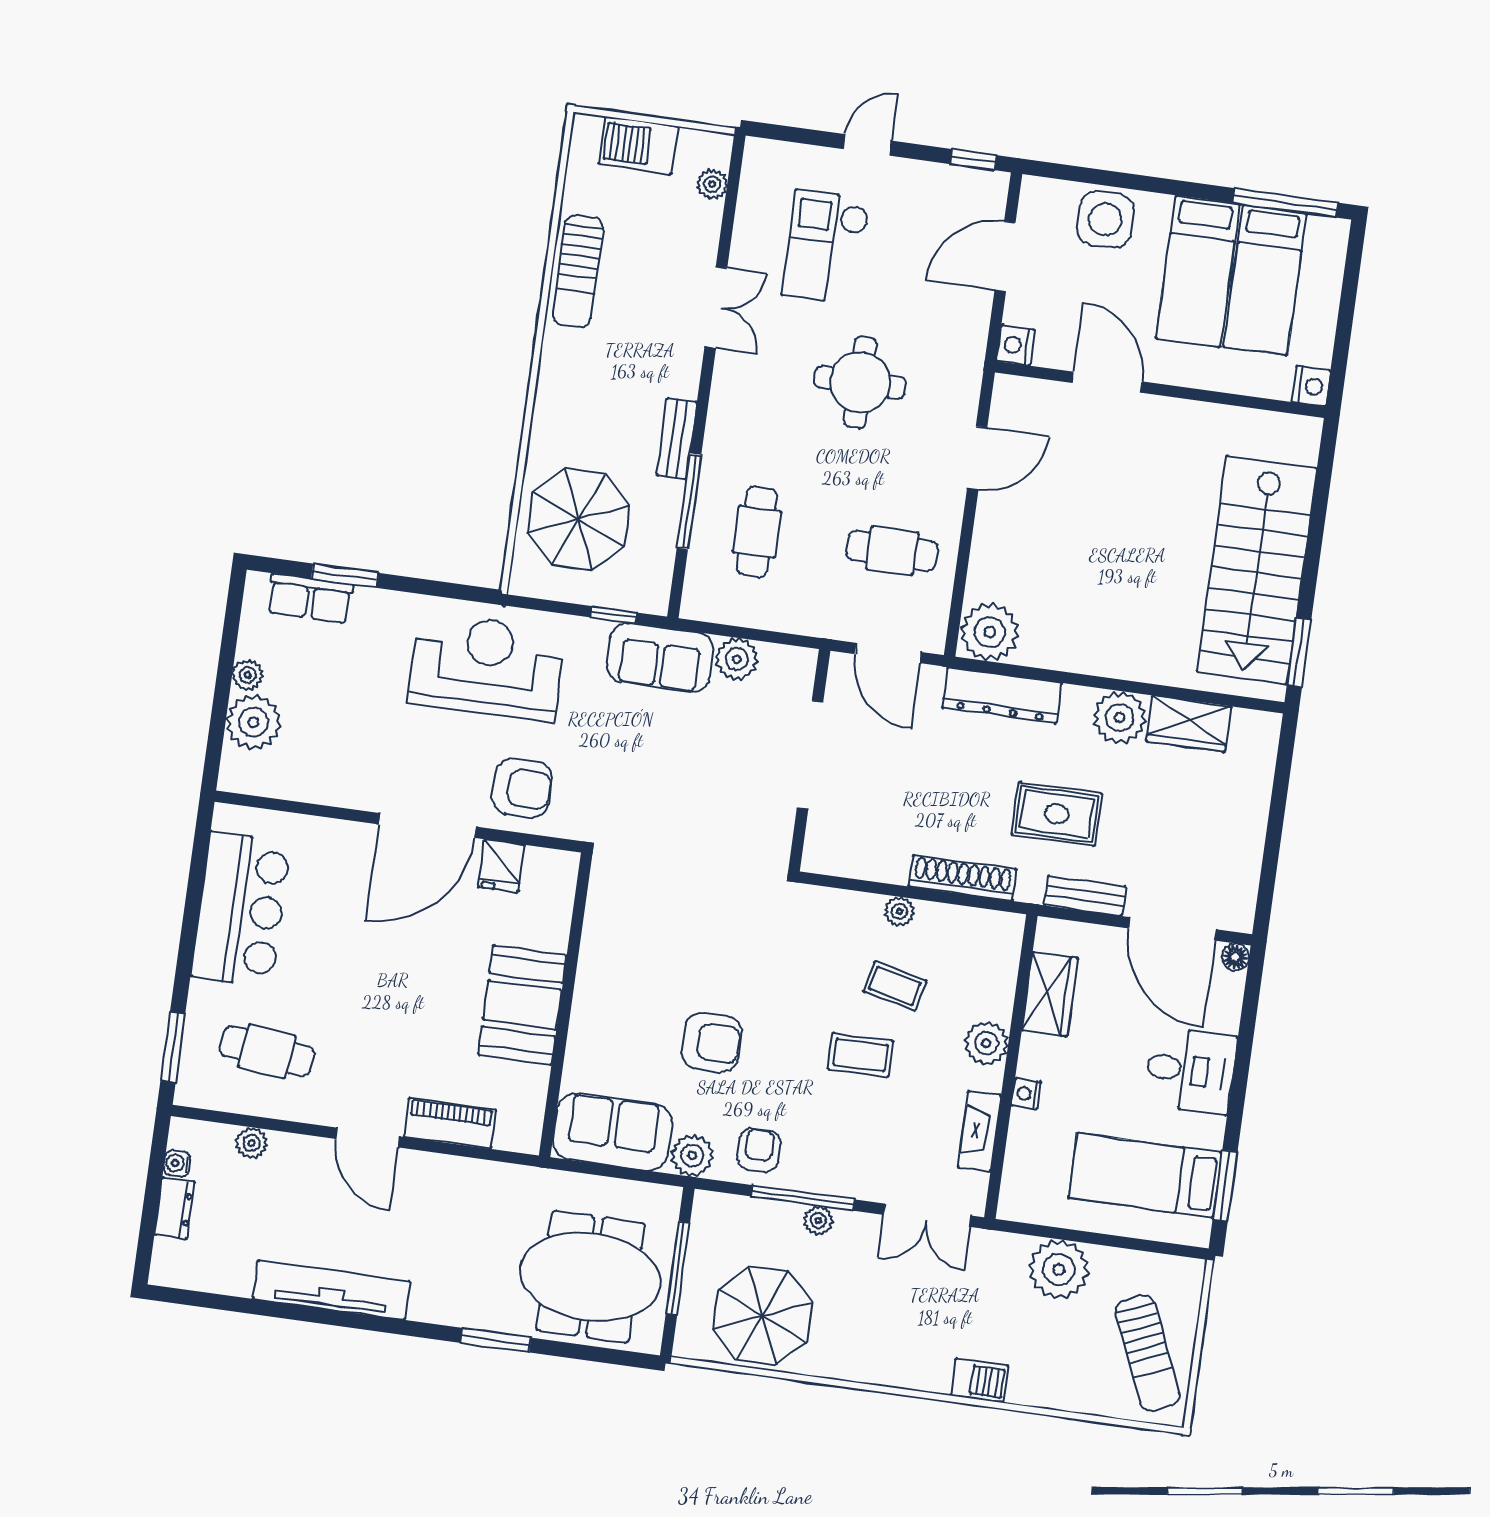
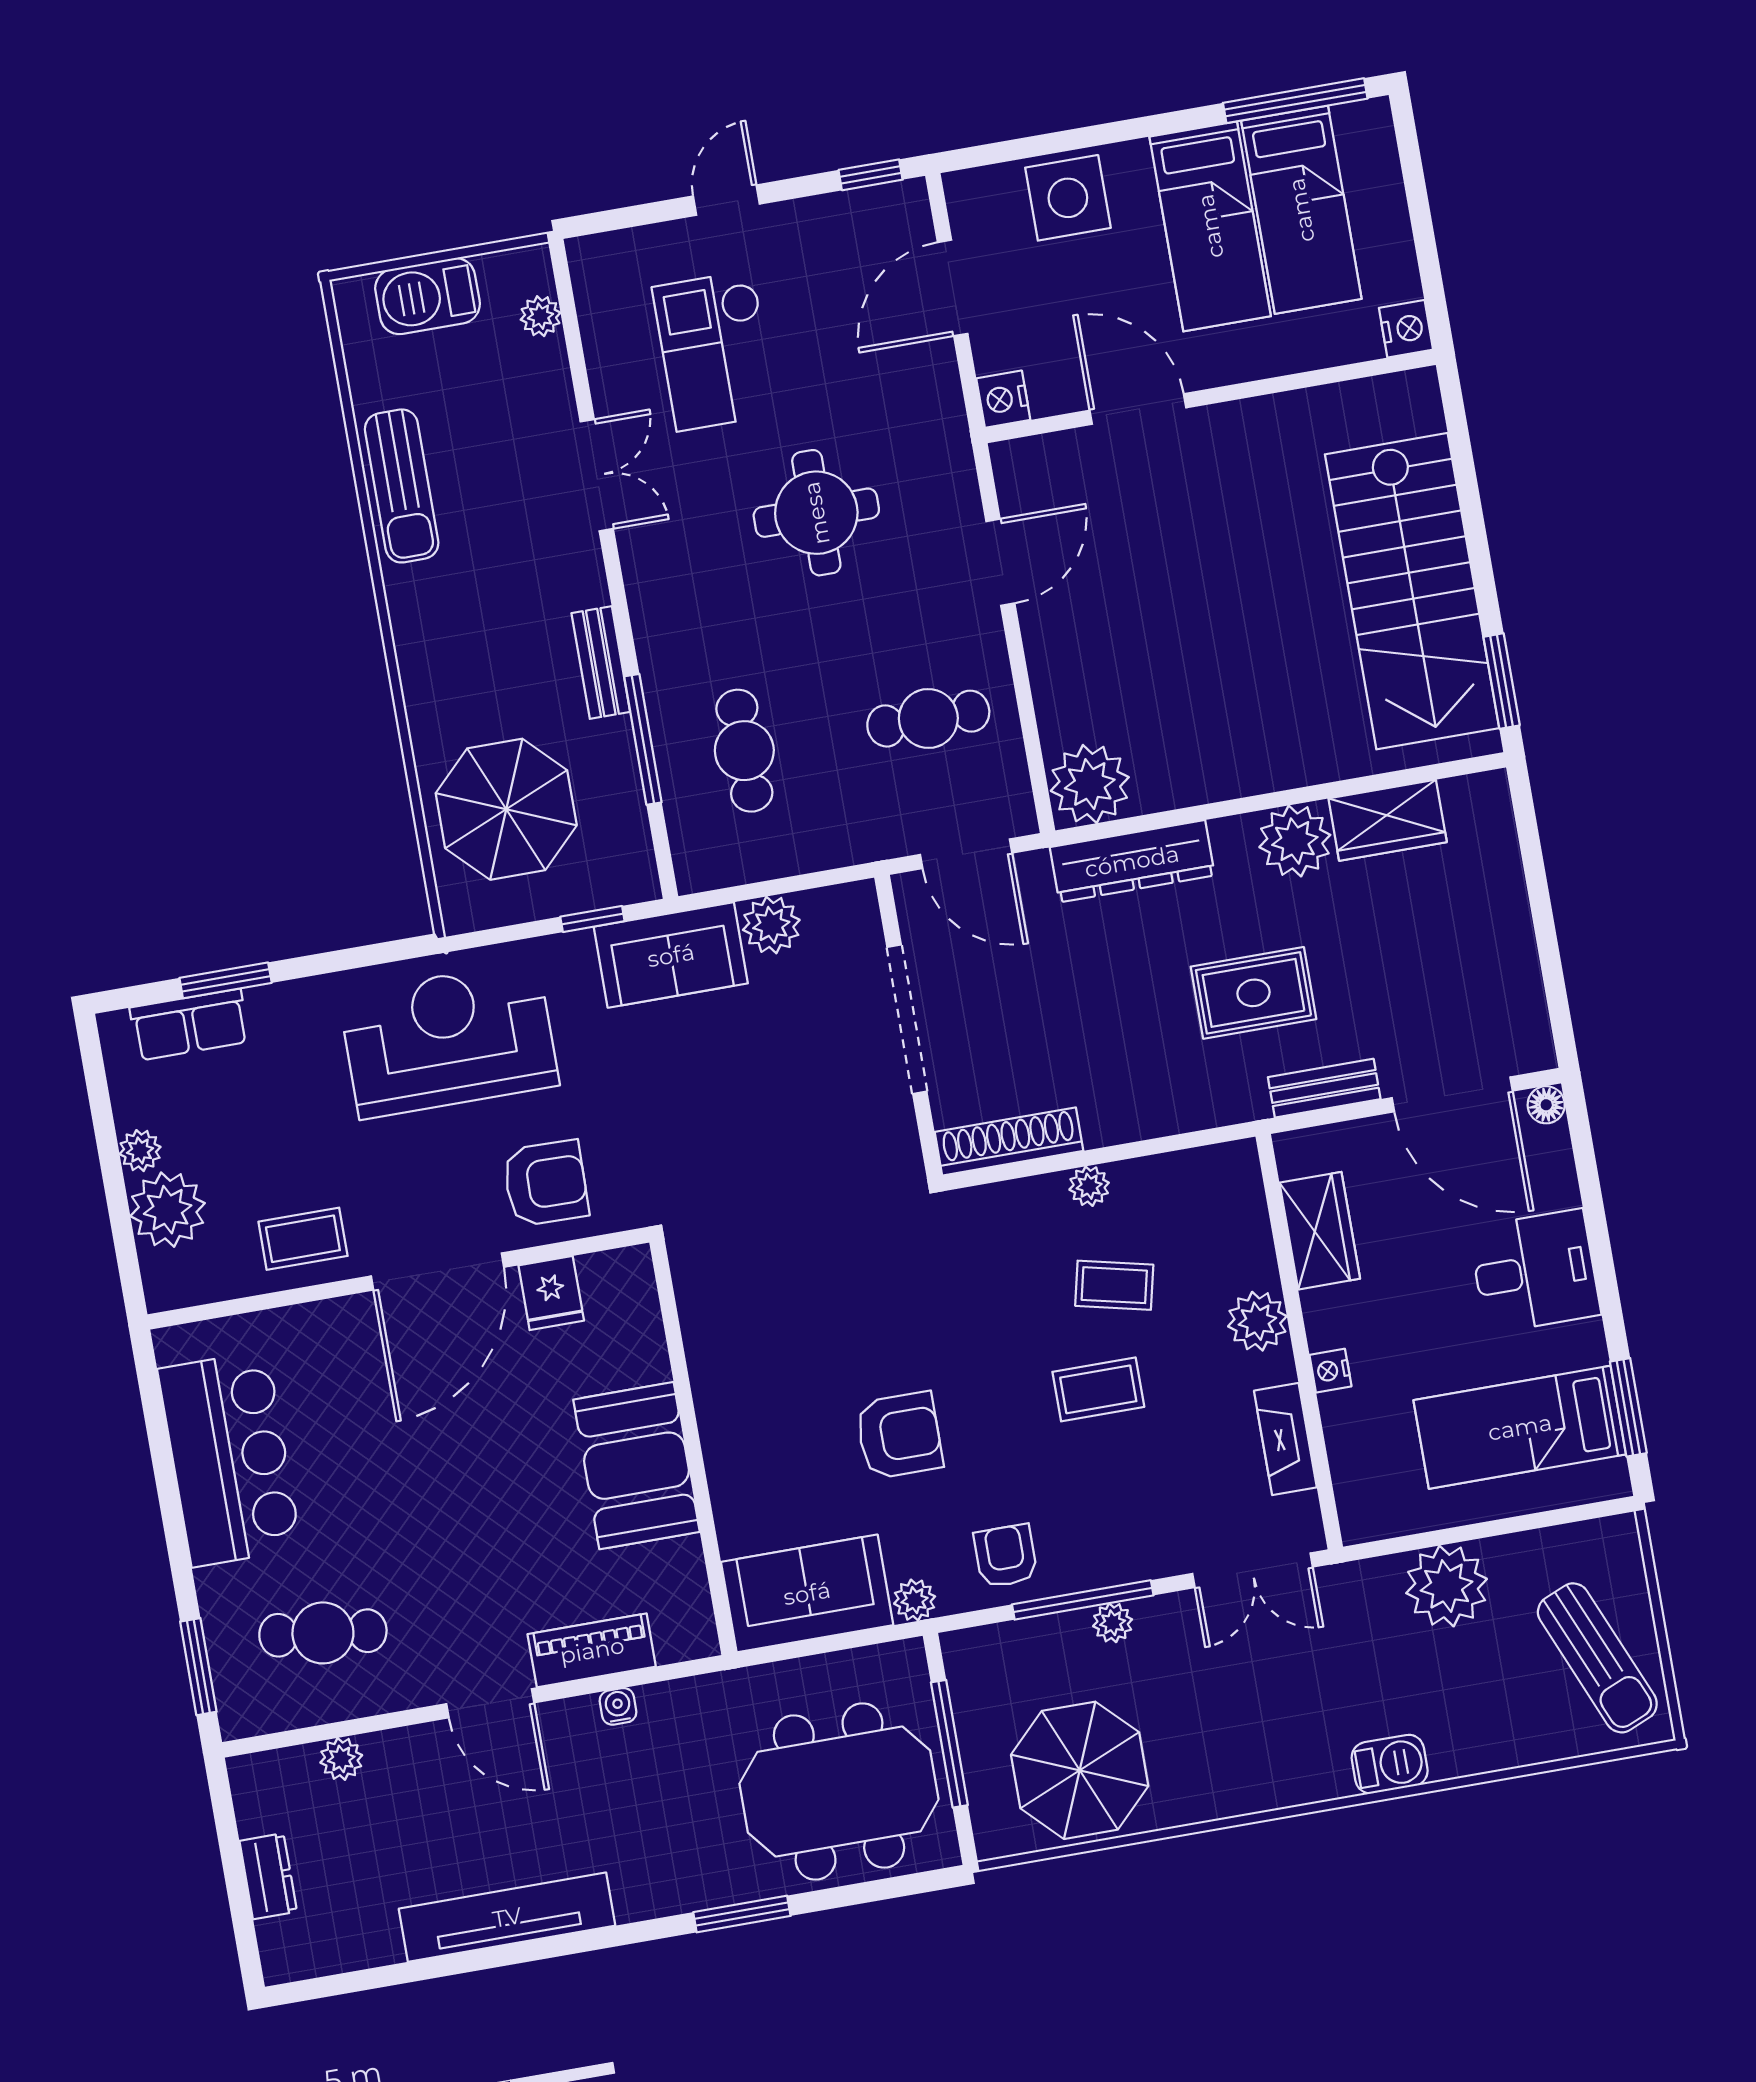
coffee table: (341, 773) -> (303, 1239), added
shoe rack: (963, 878) -> (1009, 1141), moved
plant: (692, 1156) -> (915, 1600), width x0.73, depth x0.73
water cooler: (177, 1163) -> (618, 1706), moved, turned 90

